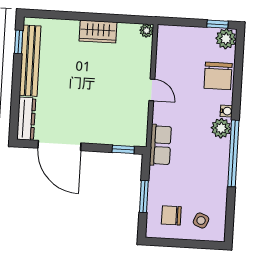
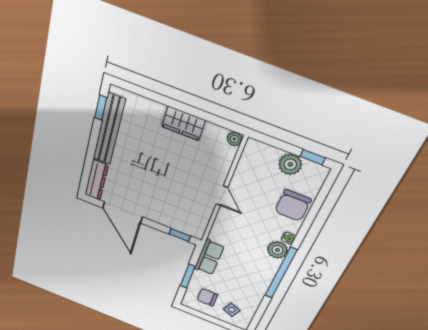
plant: (226, 39) -> (290, 164), moved
row of seats: (160, 145) -> (209, 257), moved

